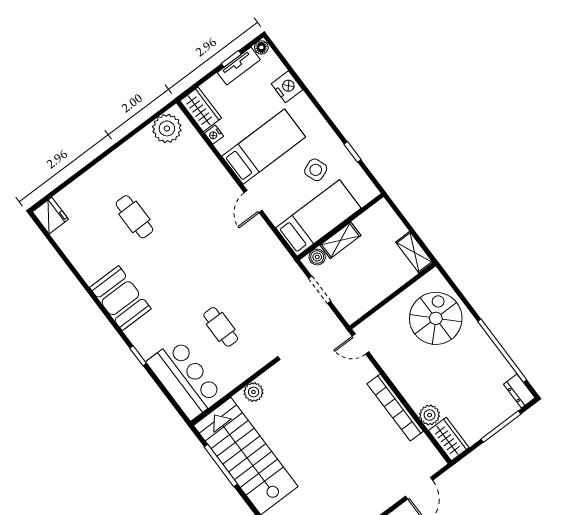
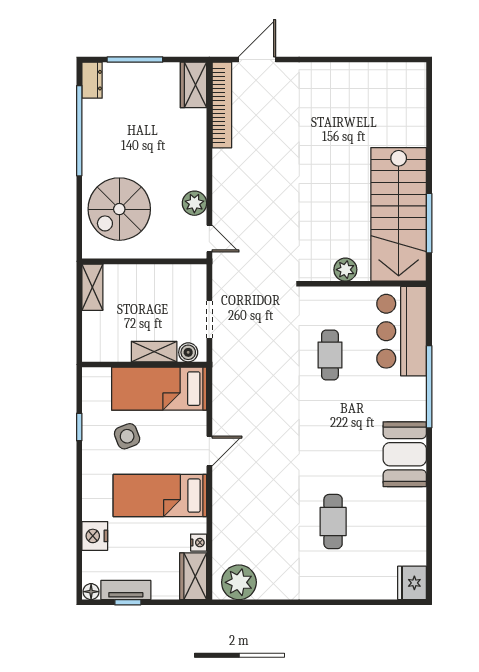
window: (138, 356) -> (429, 387), width x3.17
bookcase: (395, 407) -> (222, 105), moved
plant: (430, 415) -> (194, 203), moved

